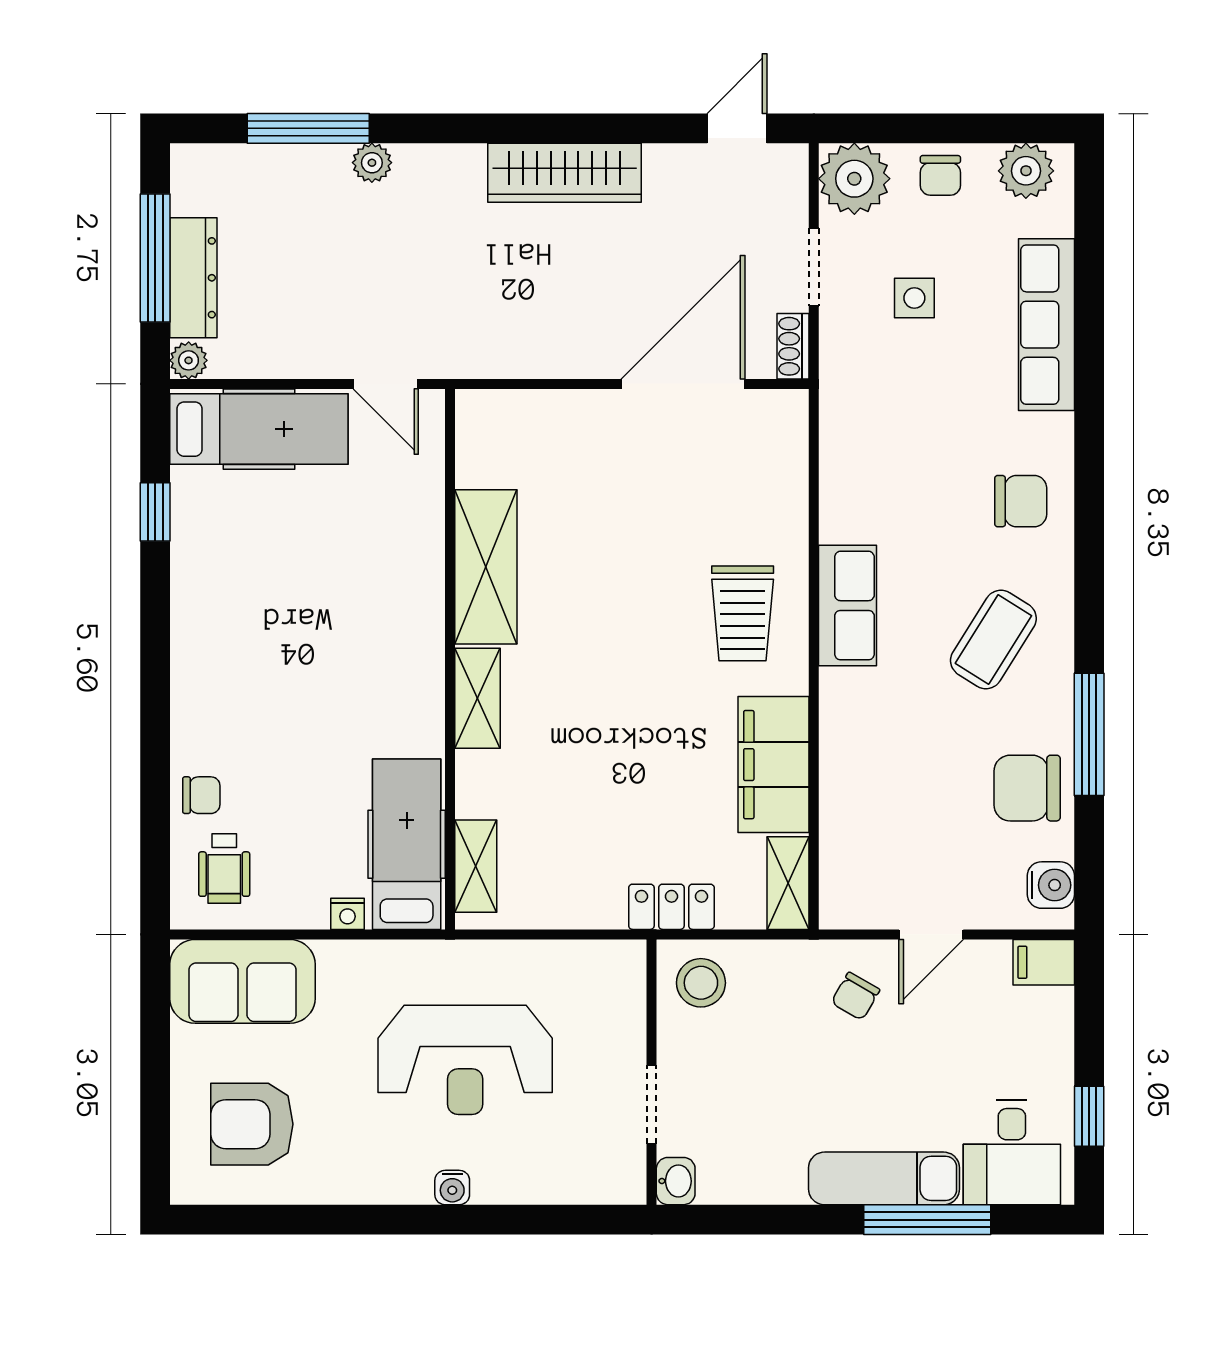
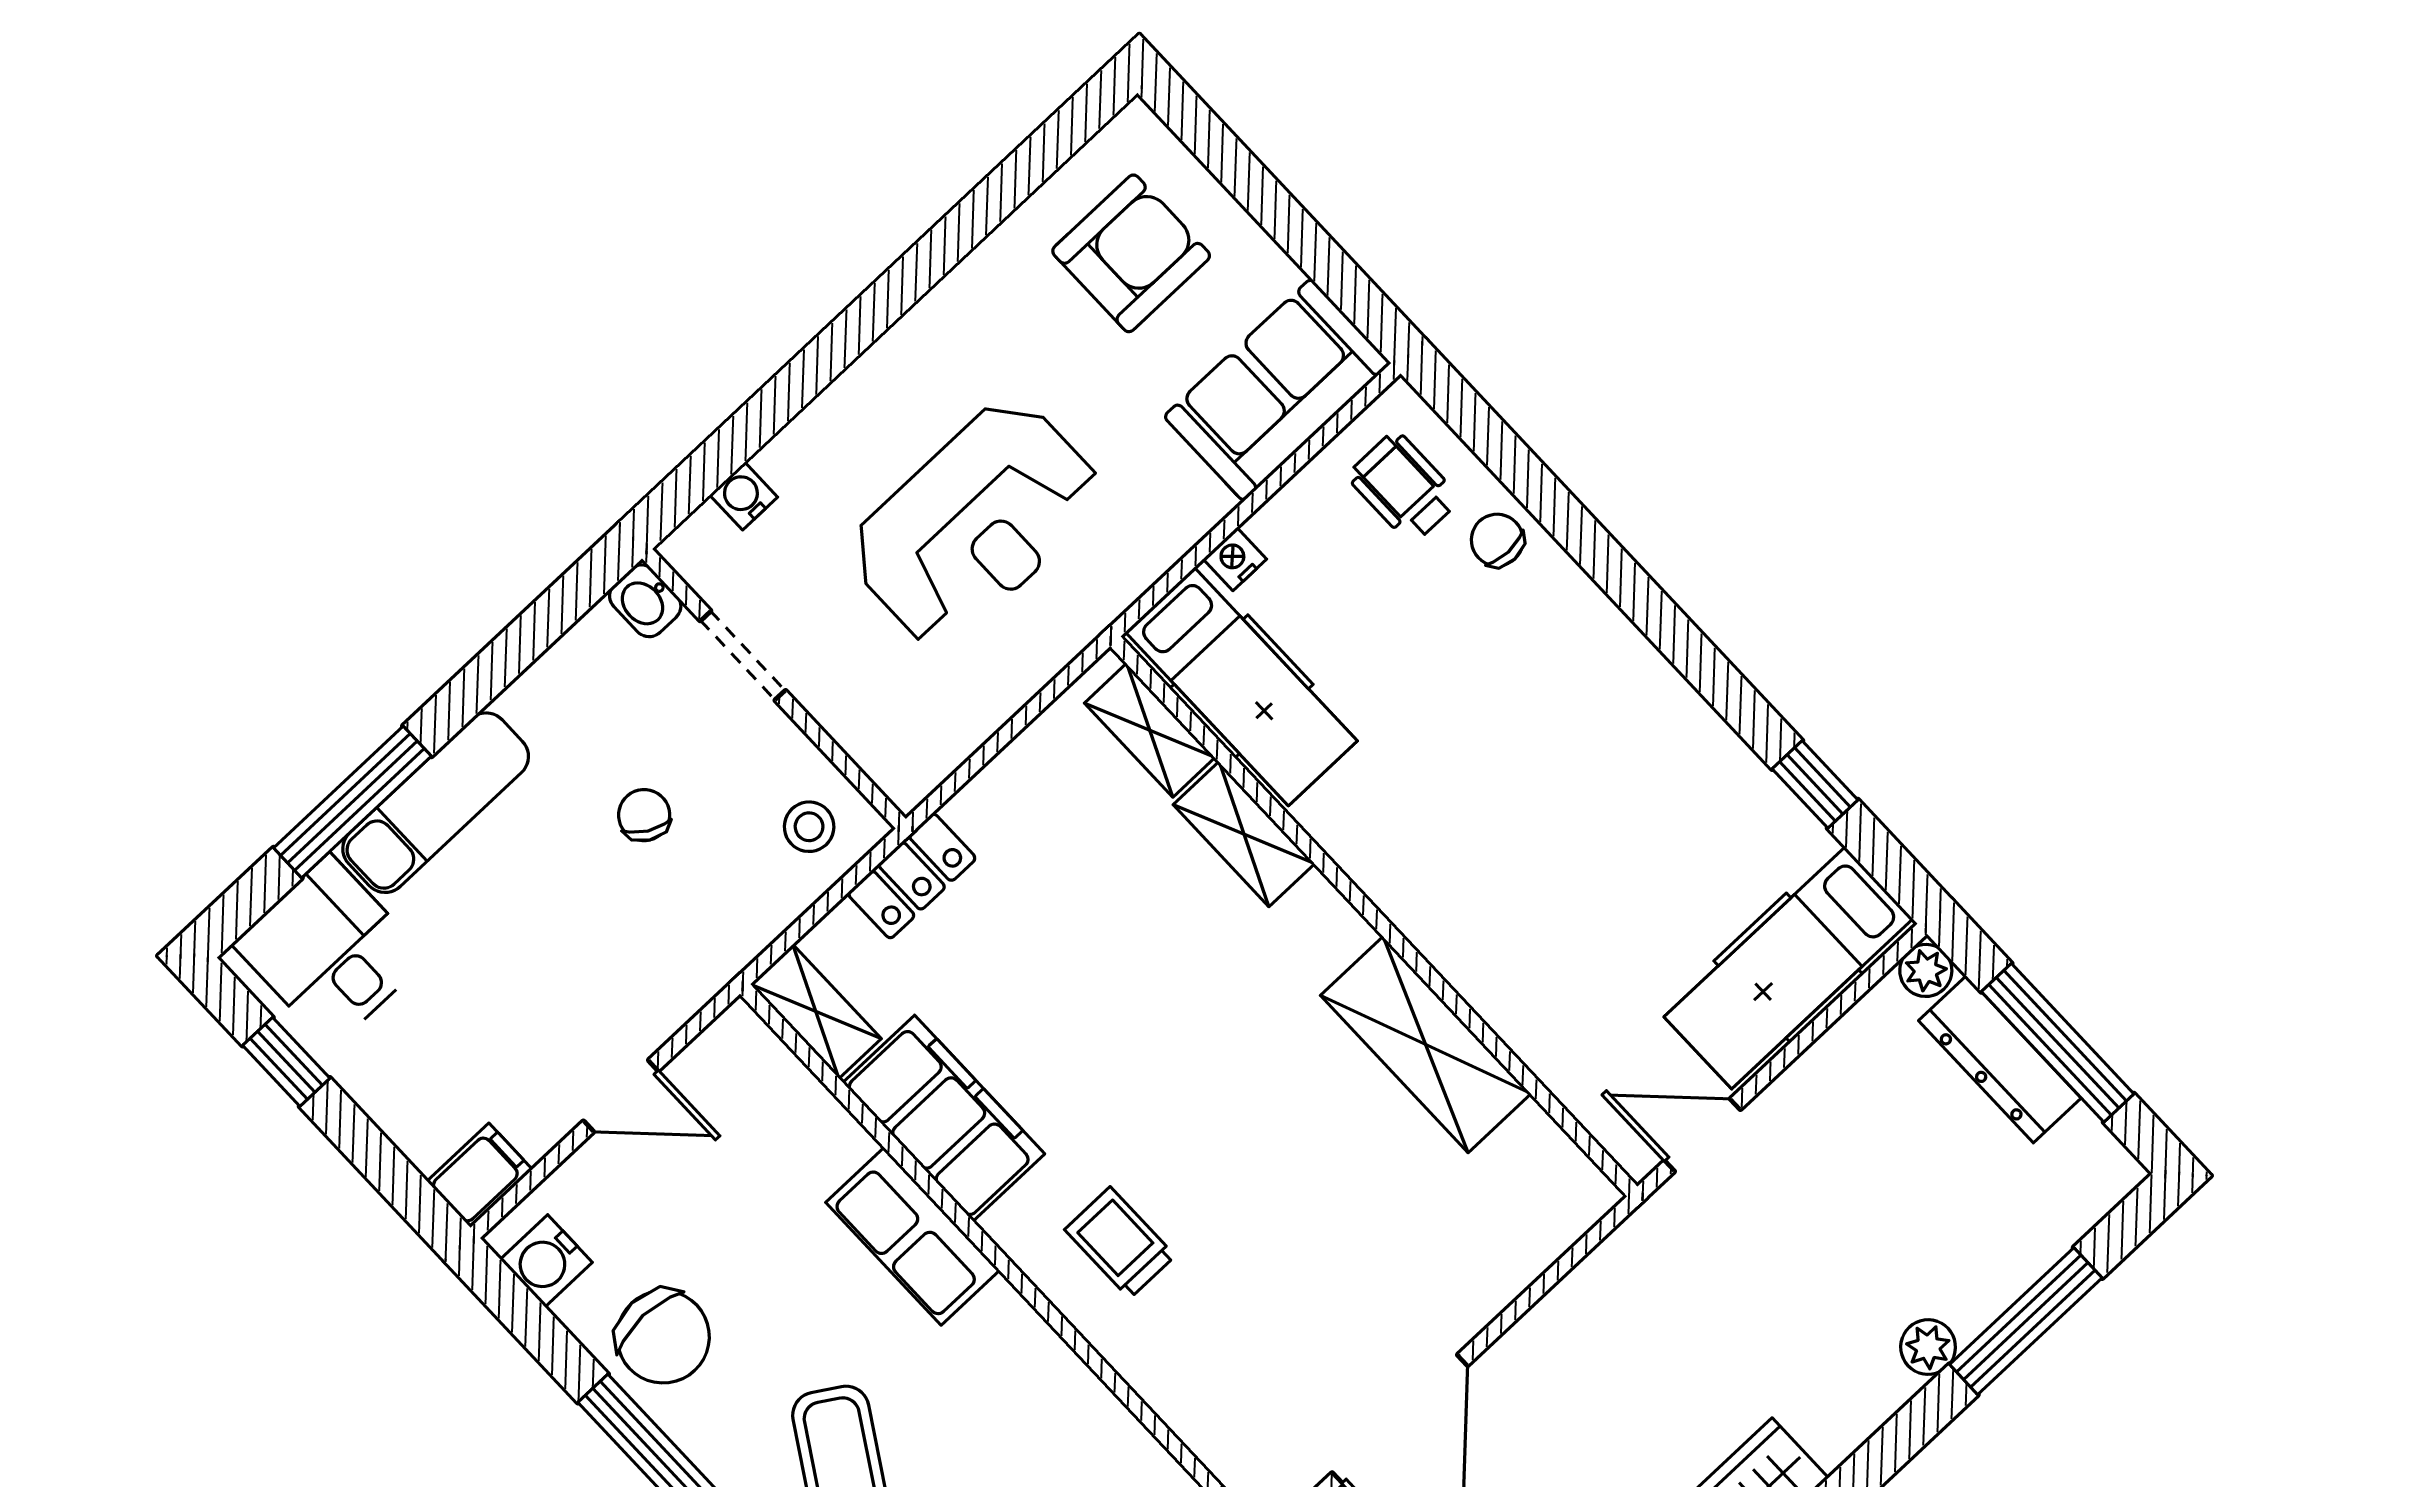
row of seats: (848, 606) -> (913, 1236), moved
trolley: (743, 613) -> (1120, 1243), width x0.73, depth x0.72
shelving: (478, 698) -> (1244, 834), moved
chair: (1027, 788) -> (663, 1337), turned 90
chair: (201, 795) -> (1497, 540), turned 90
door: (931, 934) -> (621, 1096), swing flipped
stool: (701, 983) -> (809, 827), width x0.73, depth x0.73
chair: (855, 996) -> (644, 815), moved
reception desk: (465, 1060) -> (975, 523), turned 180
water cooler: (452, 1188) -> (744, 496), moved

